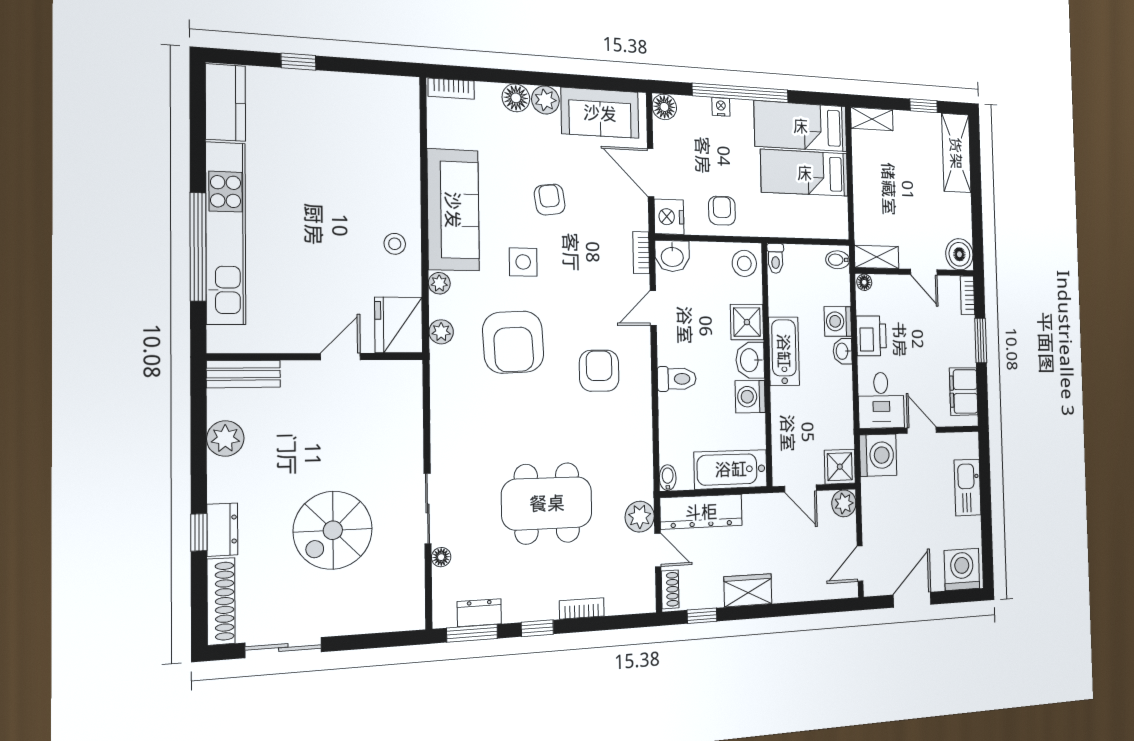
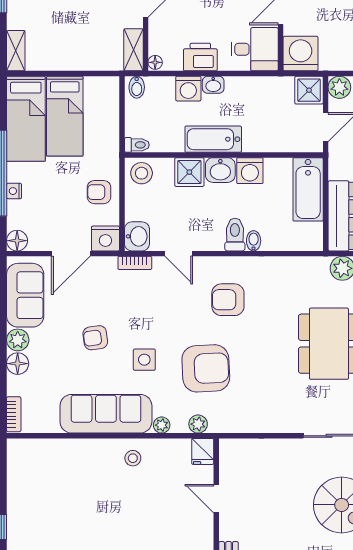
fridge: (399, 325) -> (203, 451), width x0.53, depth x0.75
bidet: (668, 478) -> (254, 241), moved, turned 90

